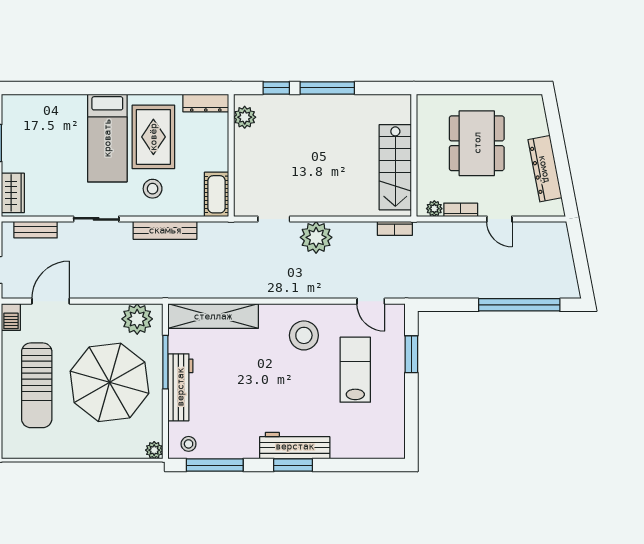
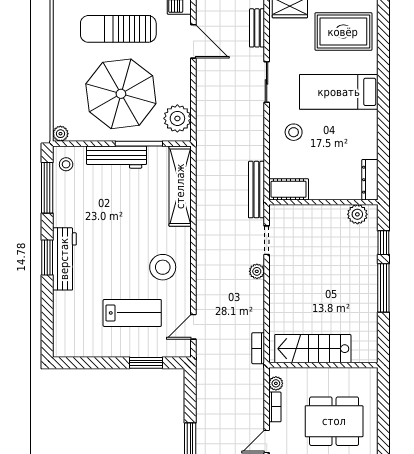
rug: (153, 137) -> (343, 32), moved
bench: (165, 230) -> (256, 190), moved
plant: (316, 237) -> (257, 271), width x0.53, depth x0.53

